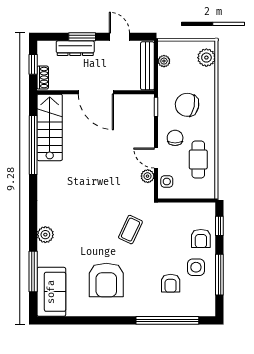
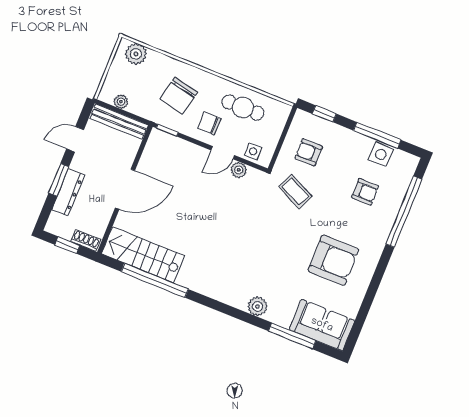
coffee table: (130, 230) -> (295, 191), moved
armchair: (201, 238) -> (309, 152), moved, turned 180
side table: (196, 267) -> (381, 154), moved

